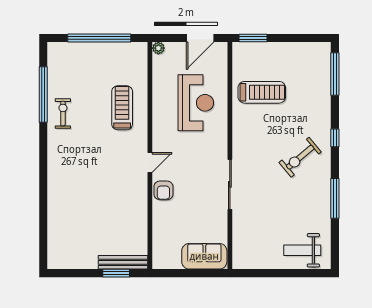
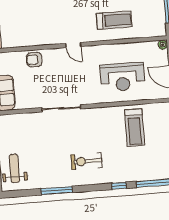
window: (335, 138) -> (119, 186), moved
exercise bike: (300, 157) -> (86, 161), turned -50
armchair: (163, 190) -> (34, 60), moved

